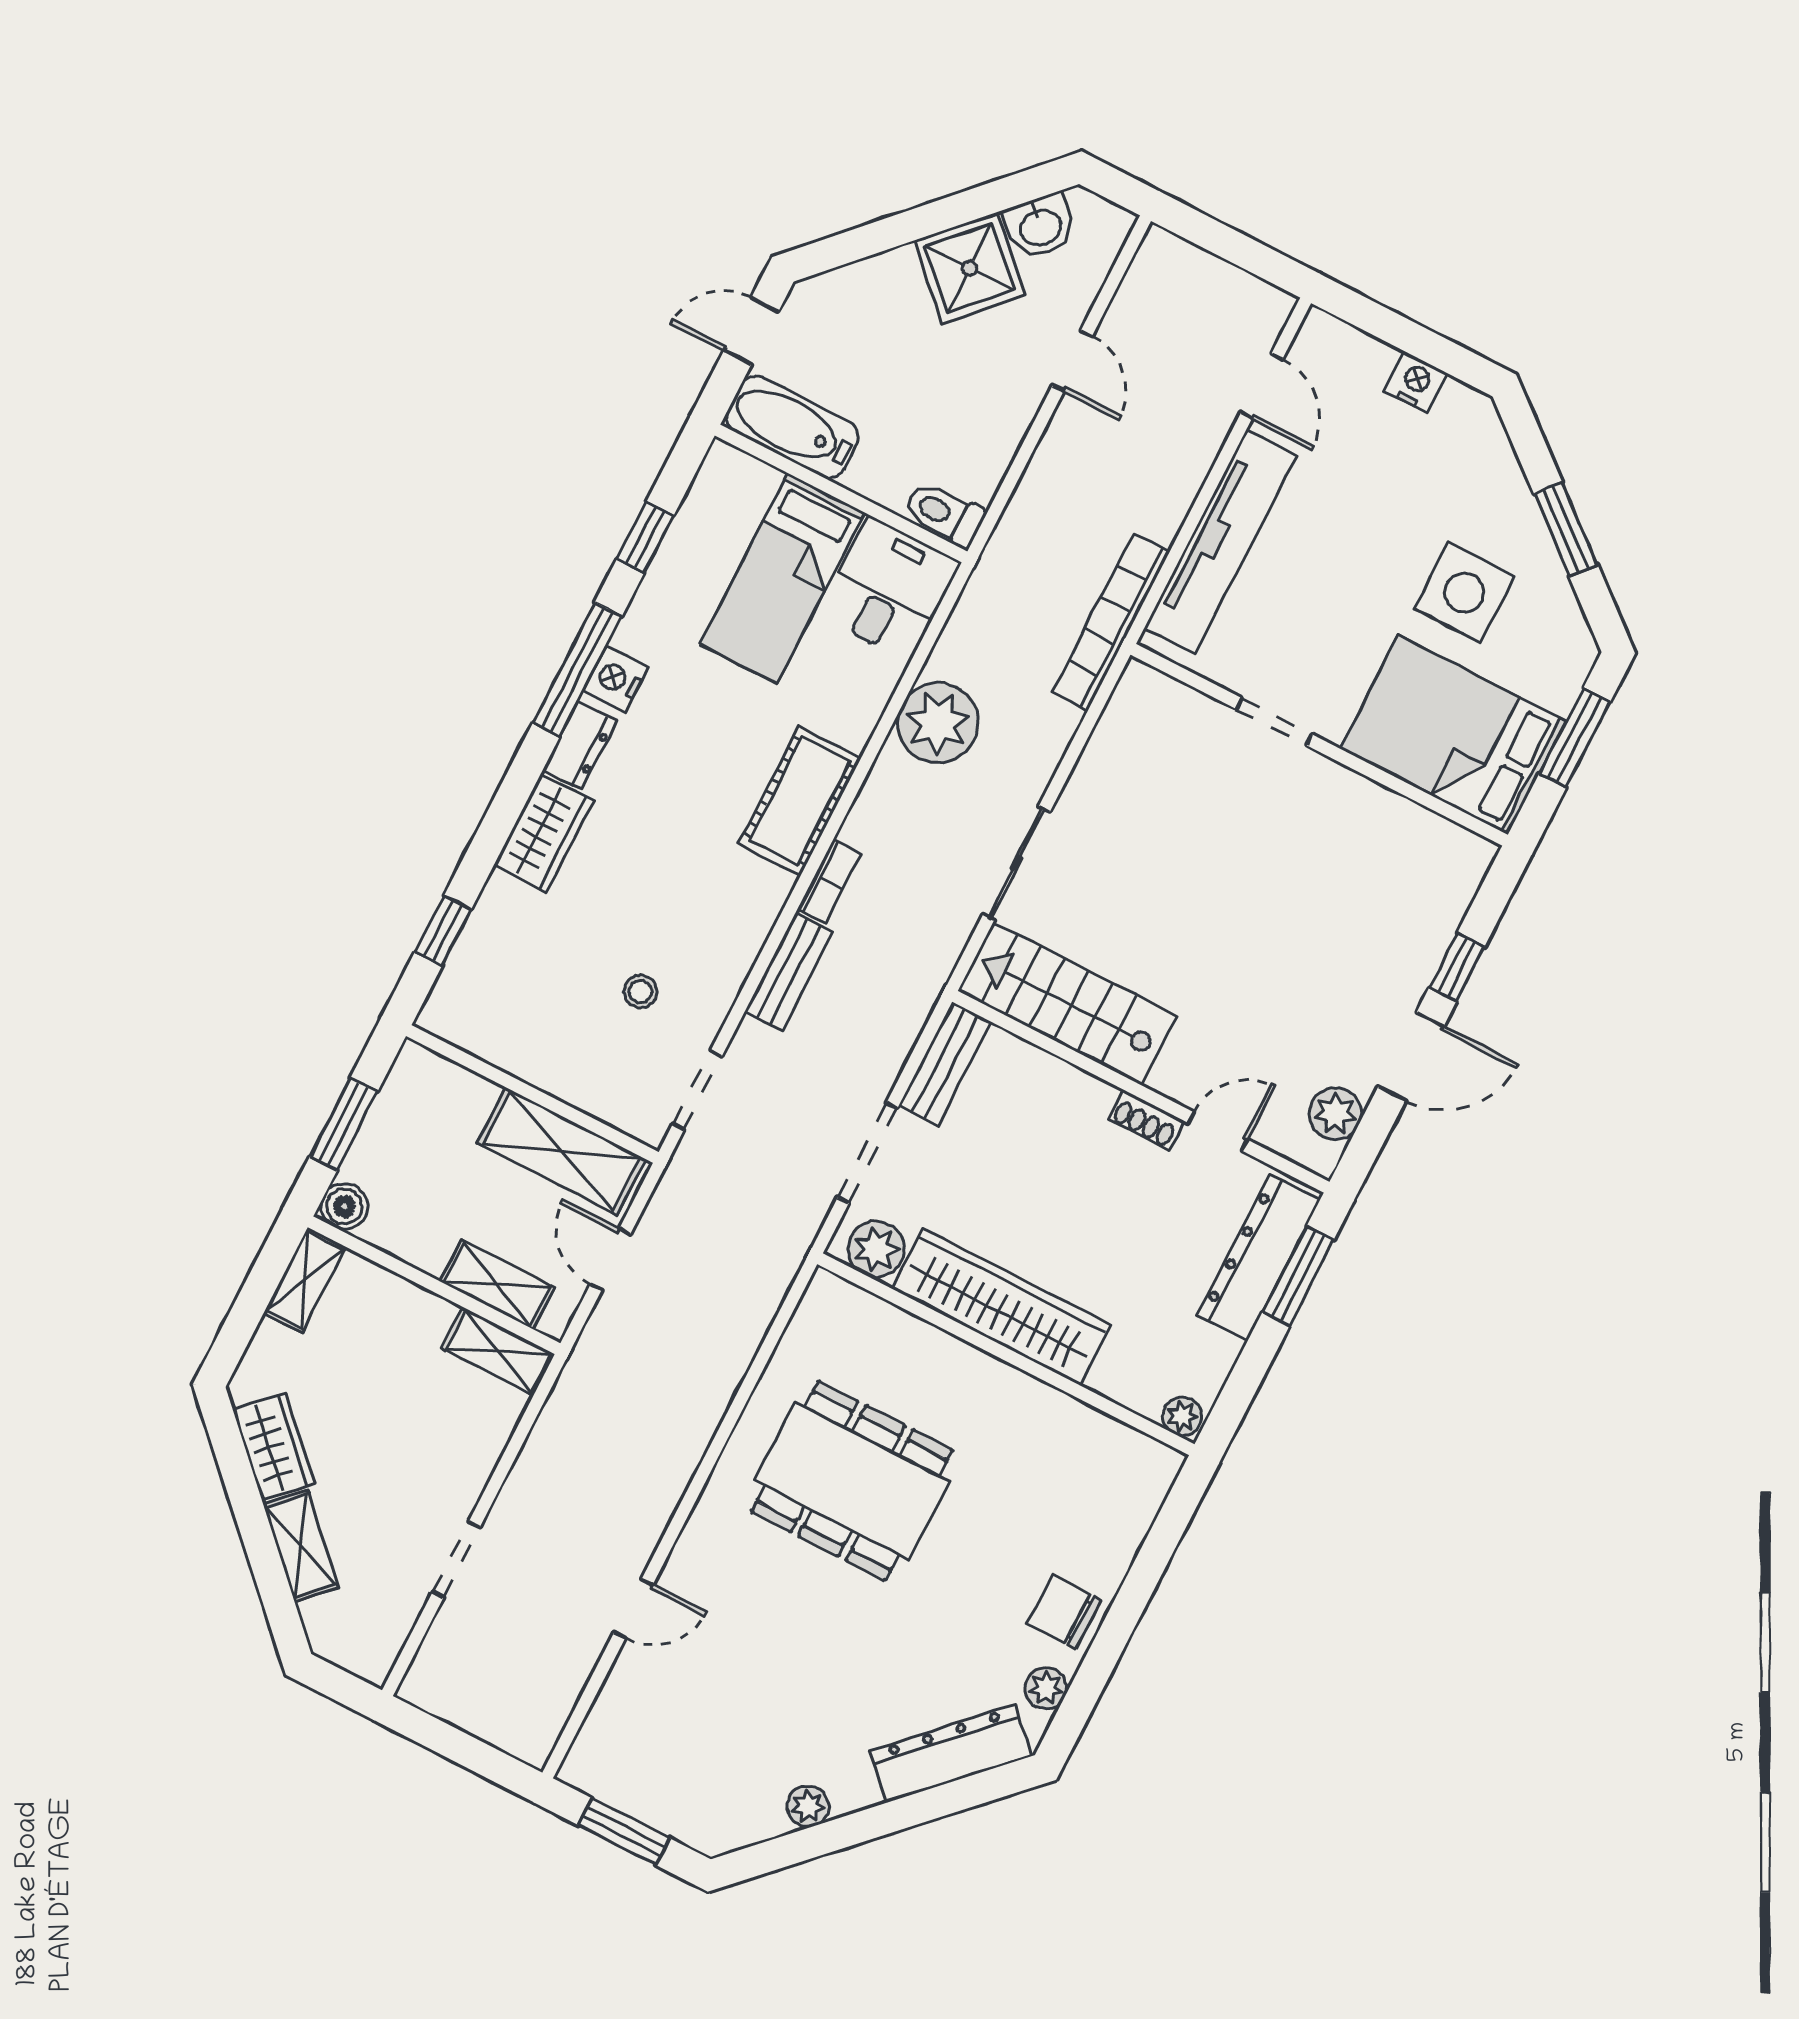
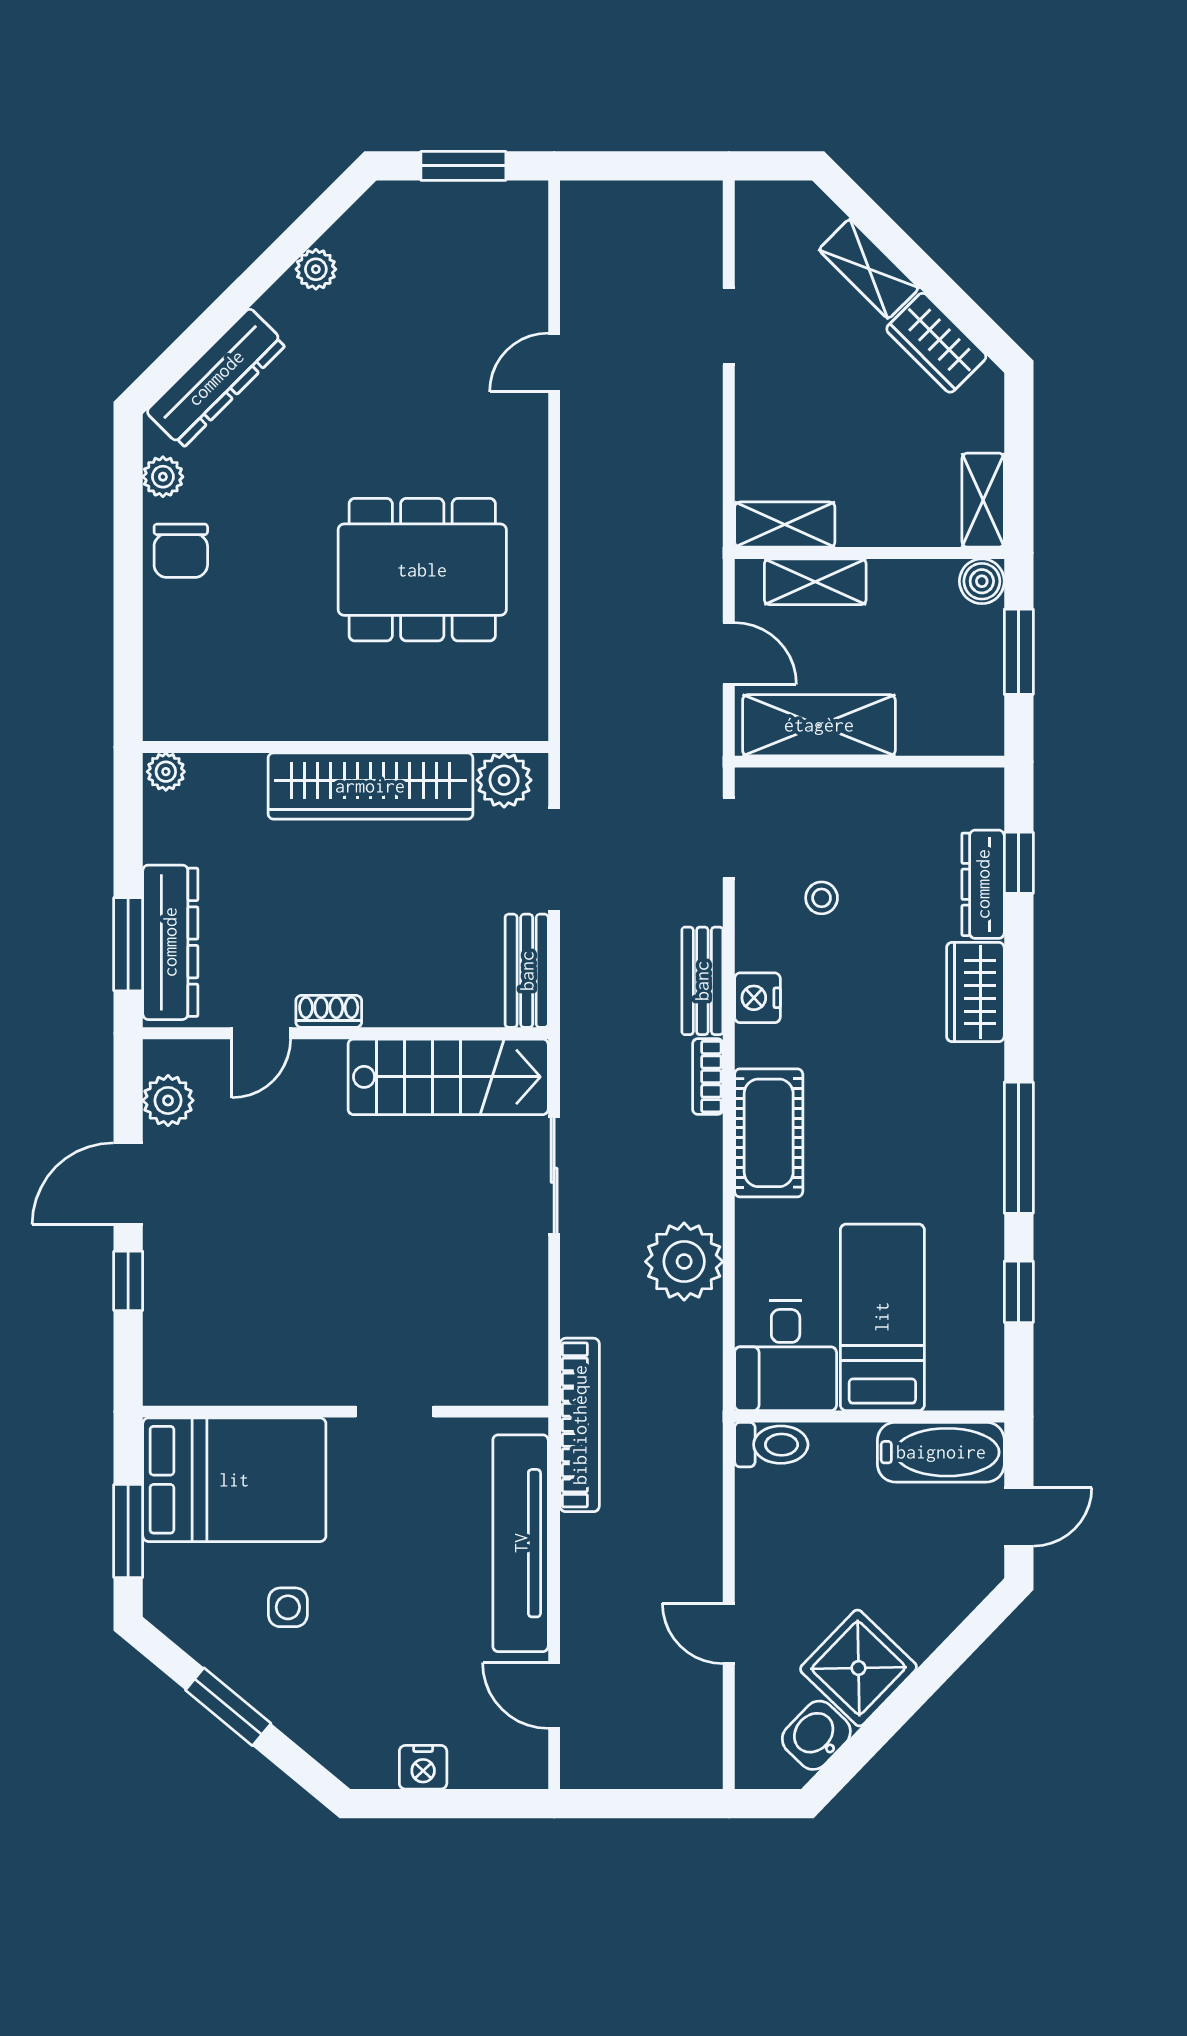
side table: (1464, 592) -> (288, 1607), width x0.54, depth x0.54
nightstand: (616, 679) -> (757, 998), moved, turned 180
dresser: (580, 745) -> (983, 884), moved, width x1.44
chair: (1064, 1612) -> (181, 551), turned 89

